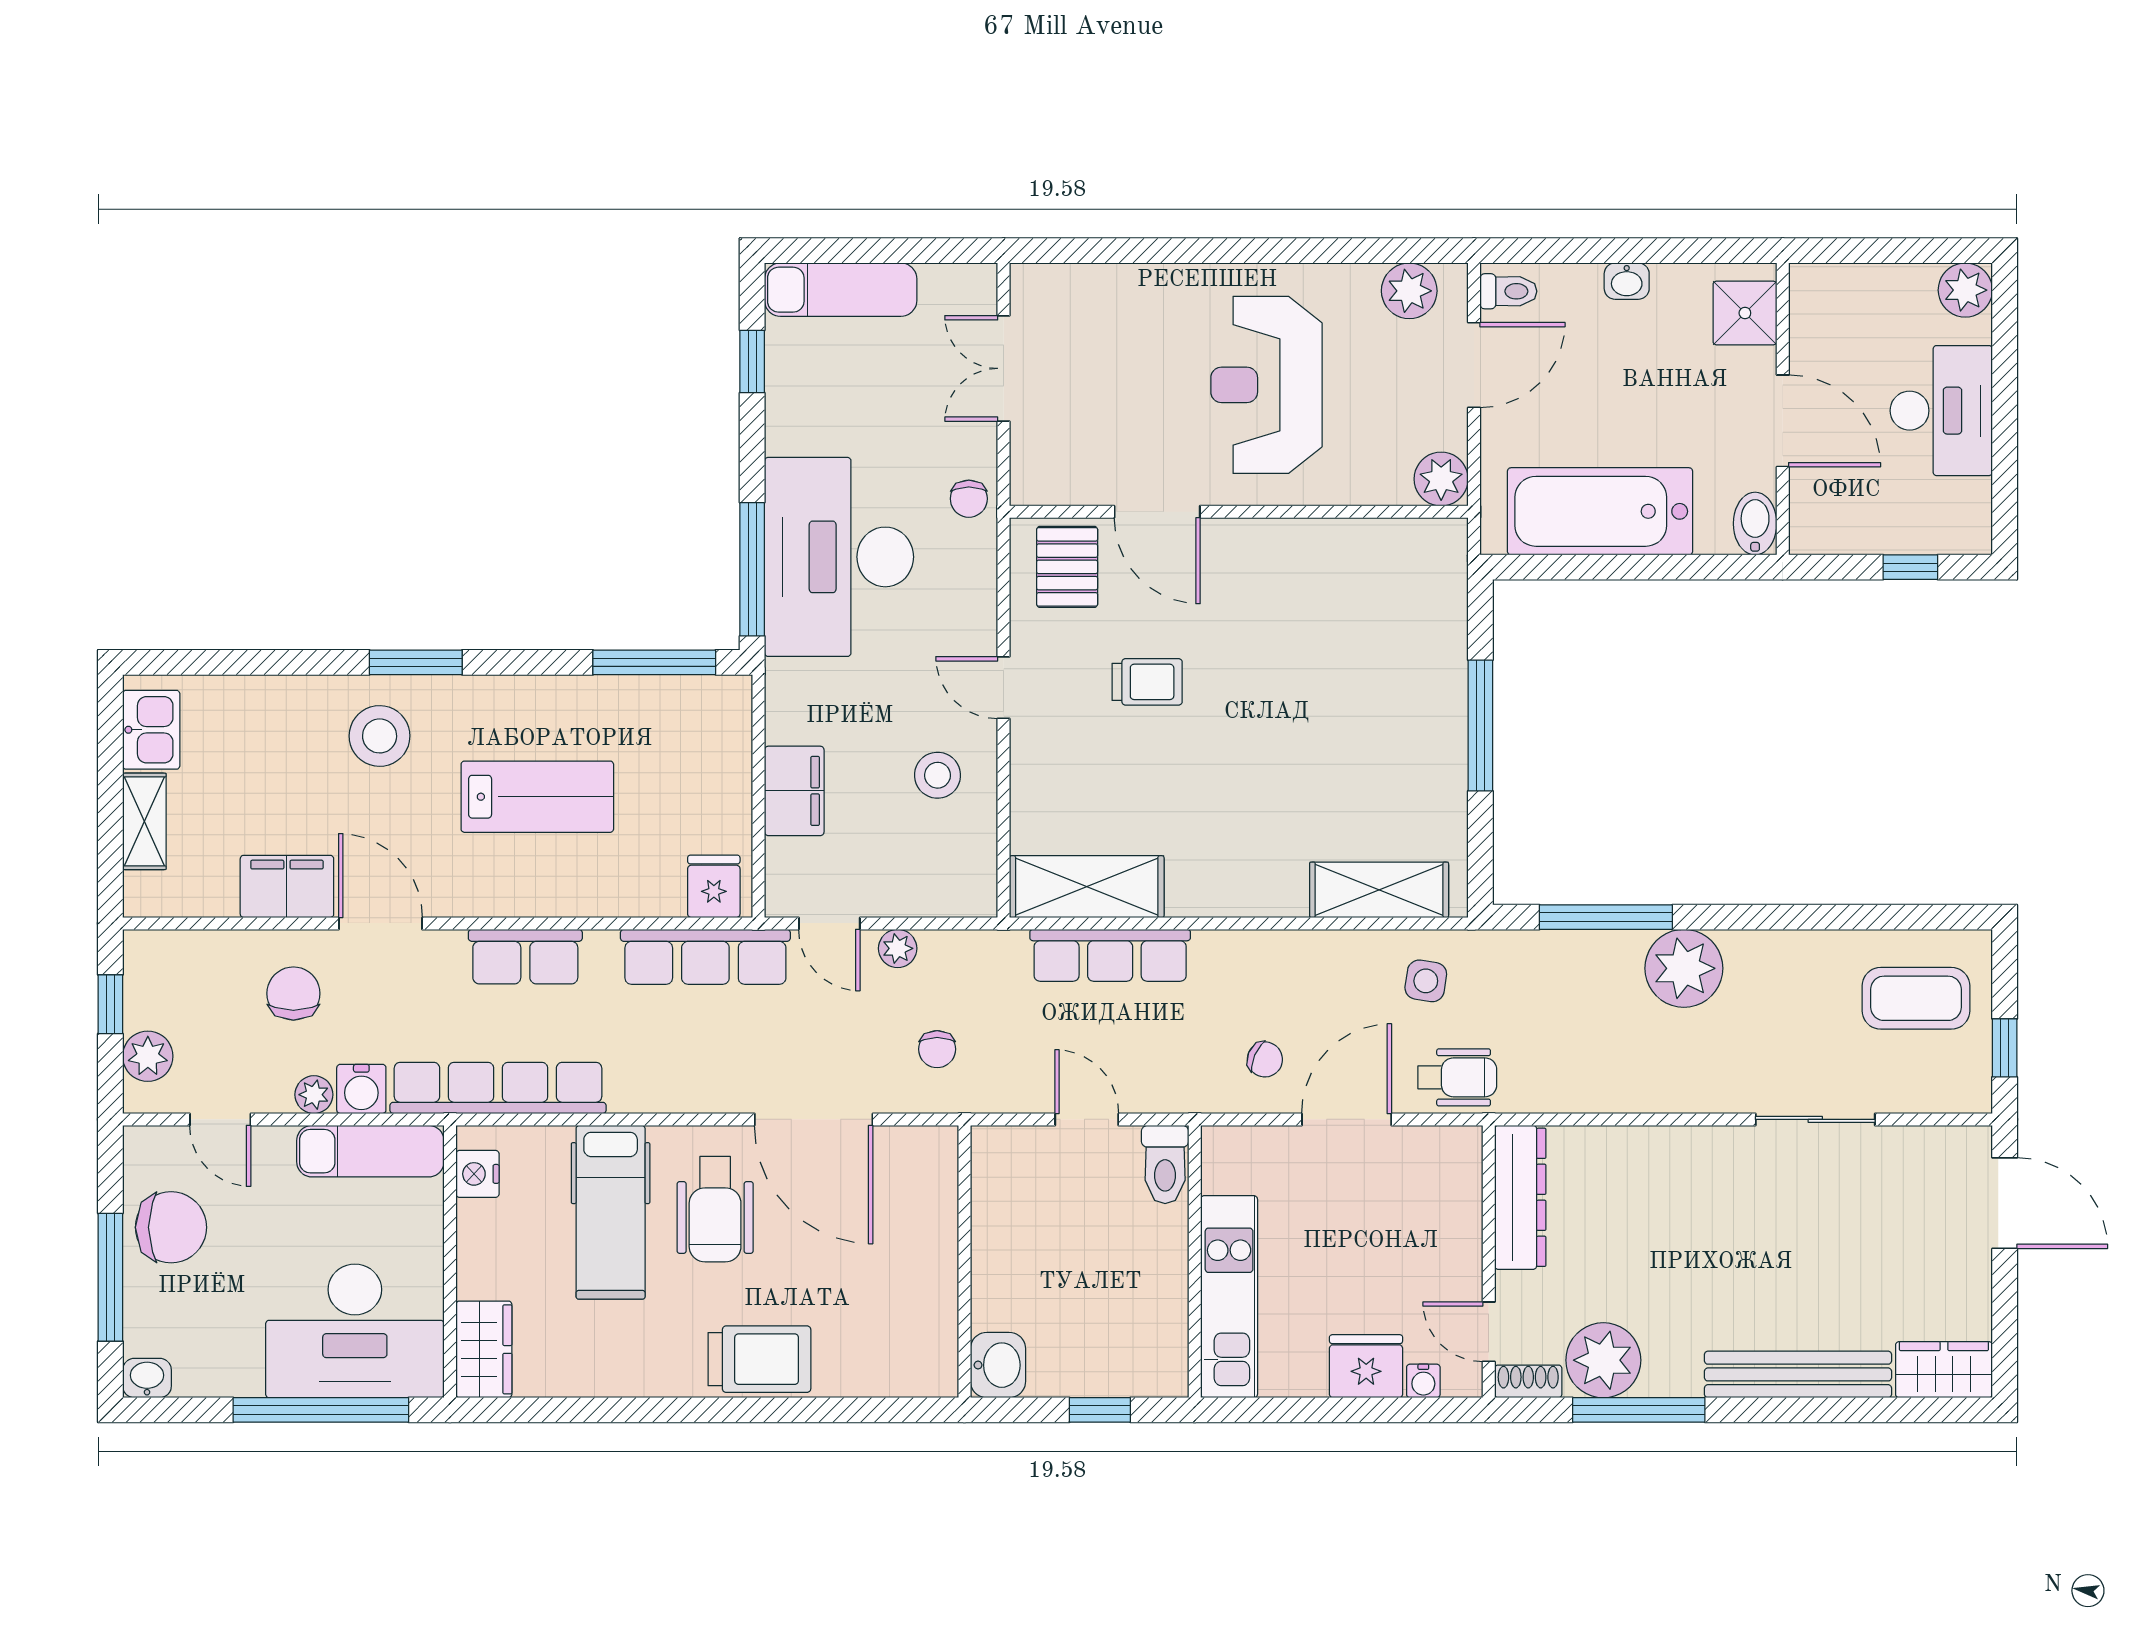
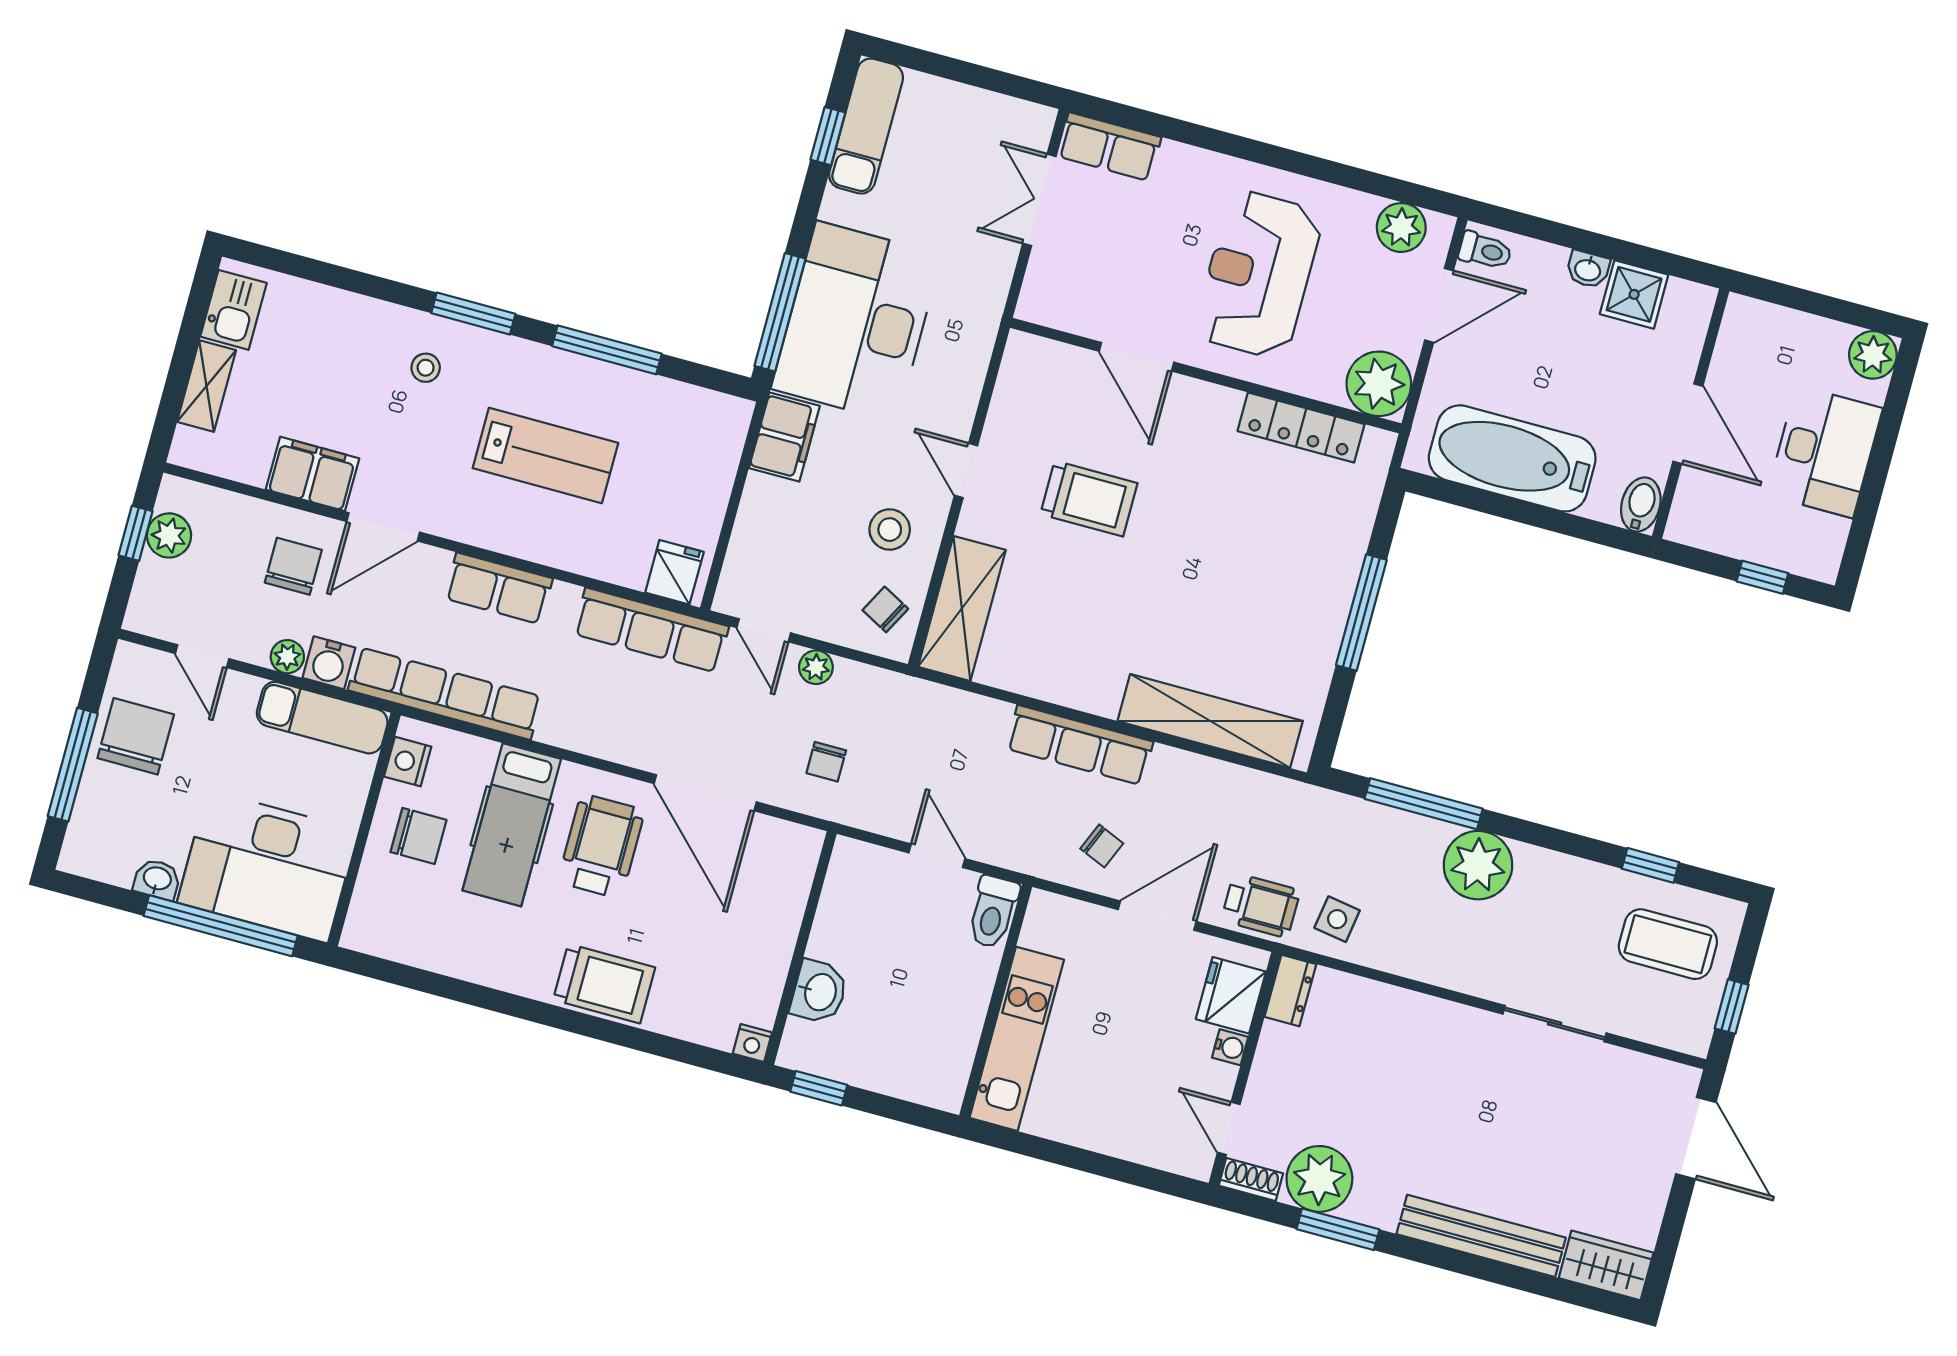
row of seats: (1064, 289) -> (1109, 147), added
exam couch: (841, 290) -> (866, 126), moved, turned -90
shower: (1745, 313) -> (1634, 294), moved
plant: (1441, 479) -> (1379, 384), width x1.36, depth x1.36
chair: (969, 499) -> (885, 609), moved, turned 118
locker: (1359, 541) -> (1301, 428), added
pallet: (1067, 567) -> (1048, 383), removed
window: (654, 662) -> (607, 350), moved
trolley: (1147, 682) -> (1089, 499), width x1.36, depth x1.39
stool: (380, 736) -> (426, 368), width x0.53, depth x0.53
filing cabinet: (794, 791) -> (784, 437), moved
shelving: (1087, 887) -> (962, 608), moved, turned 90
shelving: (1379, 890) -> (1210, 721), width x1.47
window: (1873, 917) -> (1650, 865), added
door: (380, 923) -> (383, 527), swing flipped
row of seats: (1110, 955) -> (1080, 745), moved
side table: (1426, 981) -> (1337, 919), moved
plant: (148, 1056) -> (169, 535), moved
dresser: (1520, 1197) -> (1290, 991), width x0.51, depth x0.80
wheelchair: (715, 1209) -> (601, 846), turned 180
chair: (171, 1227) -> (136, 736), turned -90
chair: (511, 1252) -> (418, 836), added
wardrobe: (484, 1349) -> (373, 912), removed
washbasin: (998, 1365) -> (819, 992), moved
fridge: (1366, 1366) -> (1231, 995), moved, turned -90
washbasin: (147, 1378) -> (157, 879), moved
nightstand: (940, 1380) -> (752, 1043), added
water cooler: (1423, 1381) -> (1230, 1047), moved, turned -90
window: (1100, 1410) -> (819, 1088), moved
window: (1639, 1410) -> (1338, 1229), width x0.69

